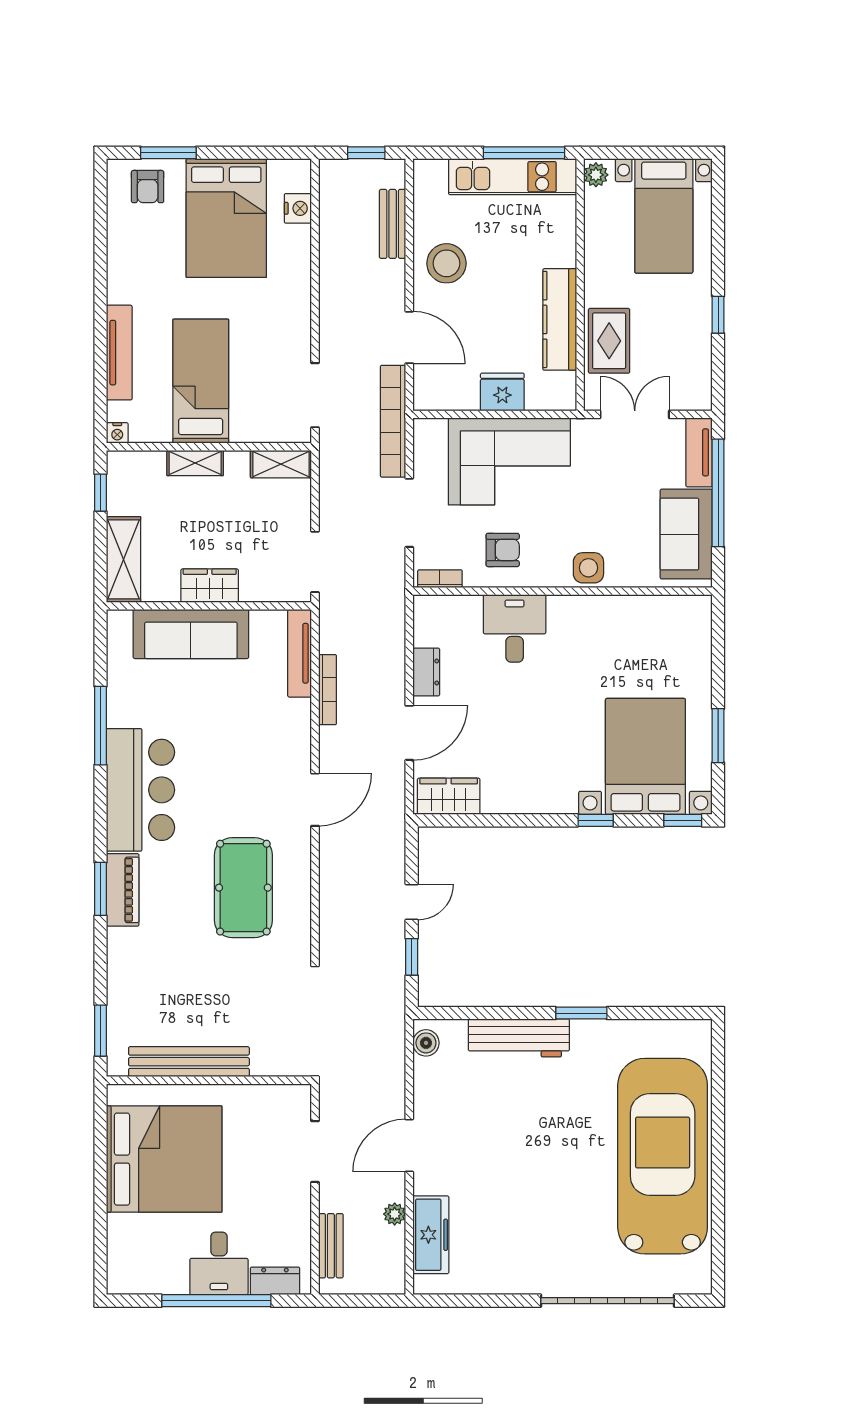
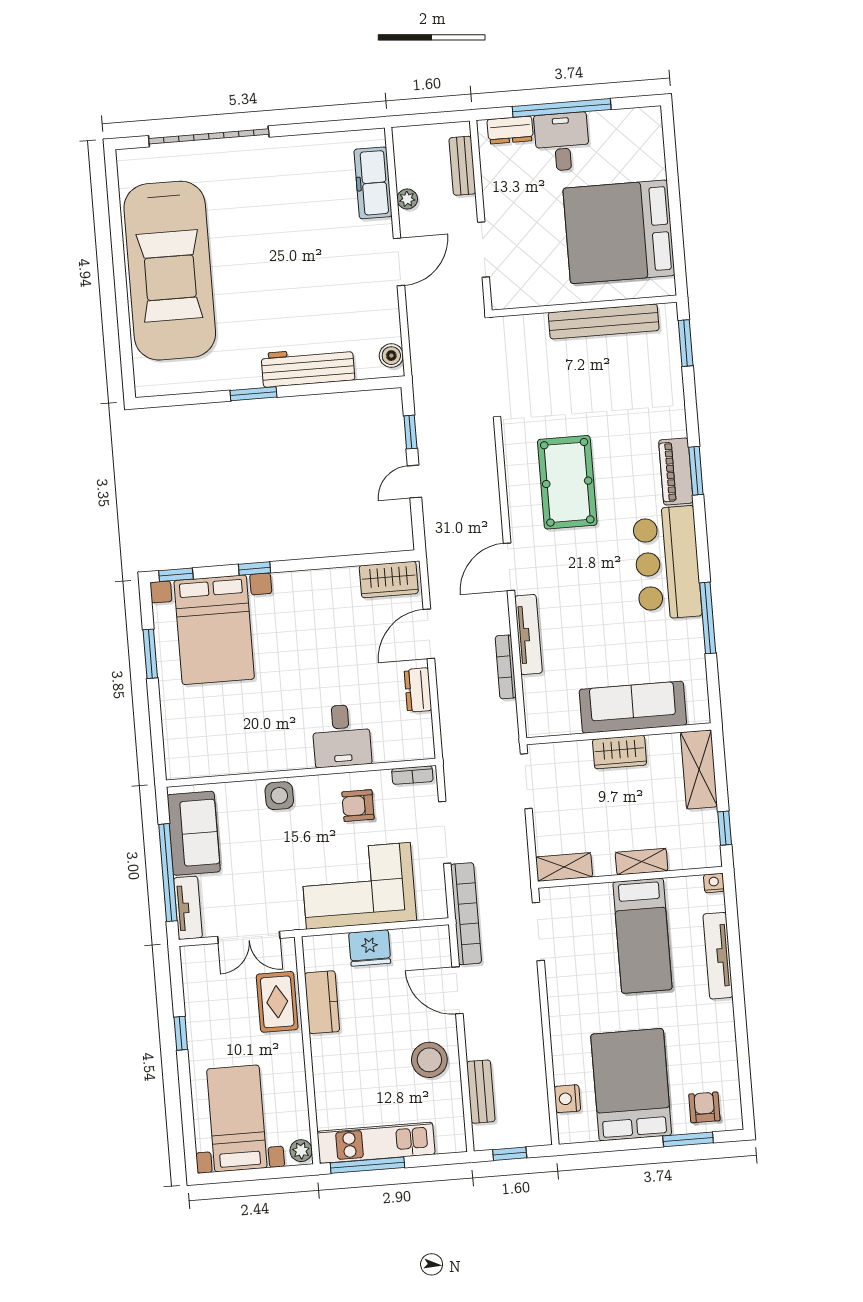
kitchen counter: (560, 319) -> (322, 1002), width x0.67
tv unit: (300, 653) -> (528, 634), moved

